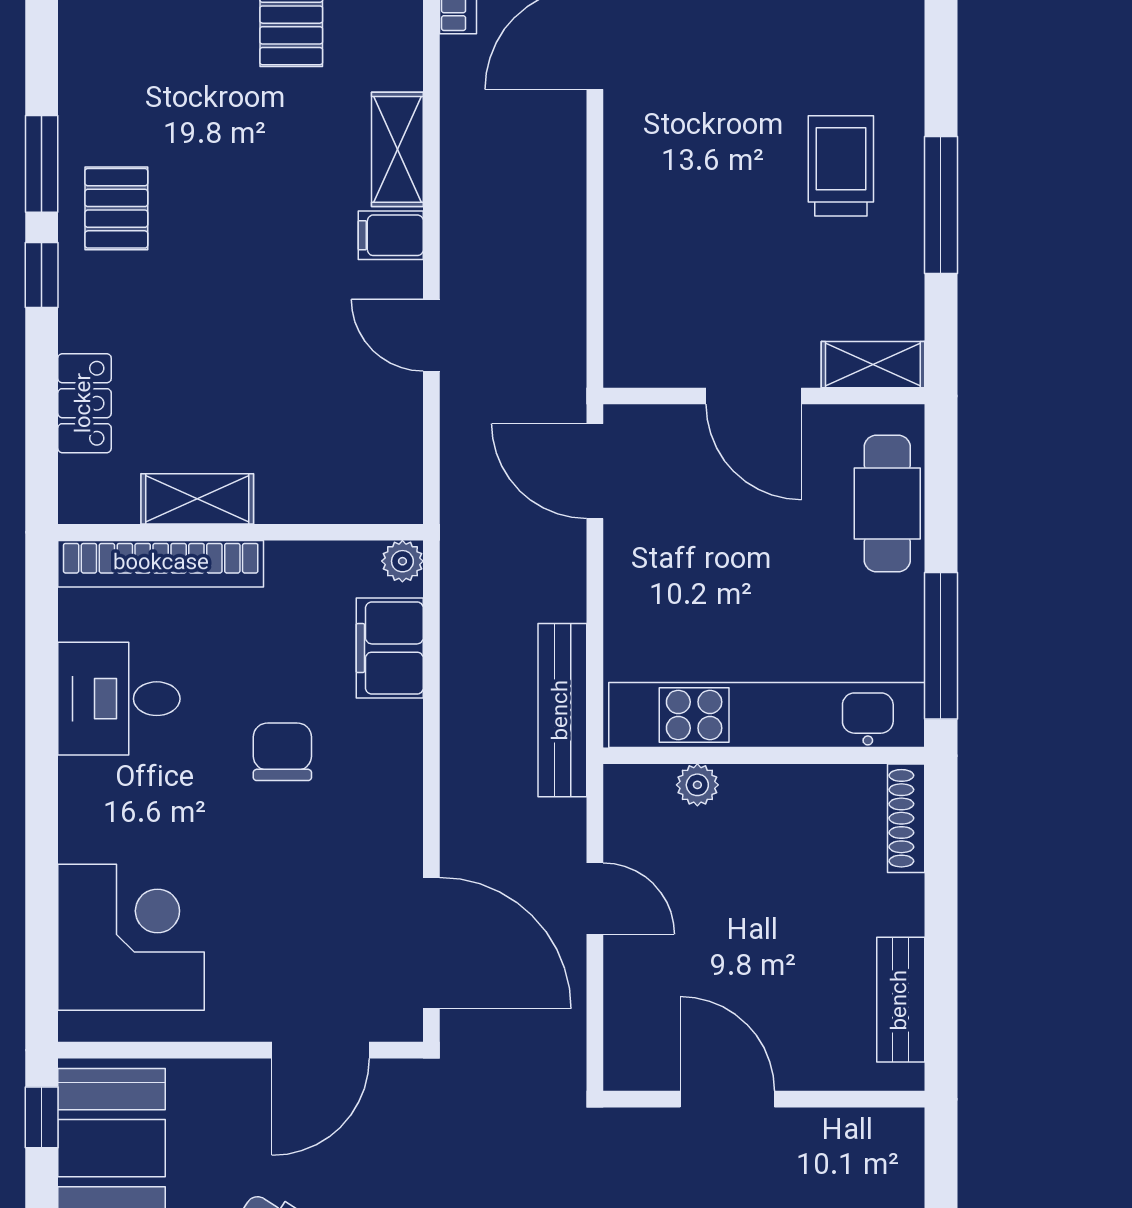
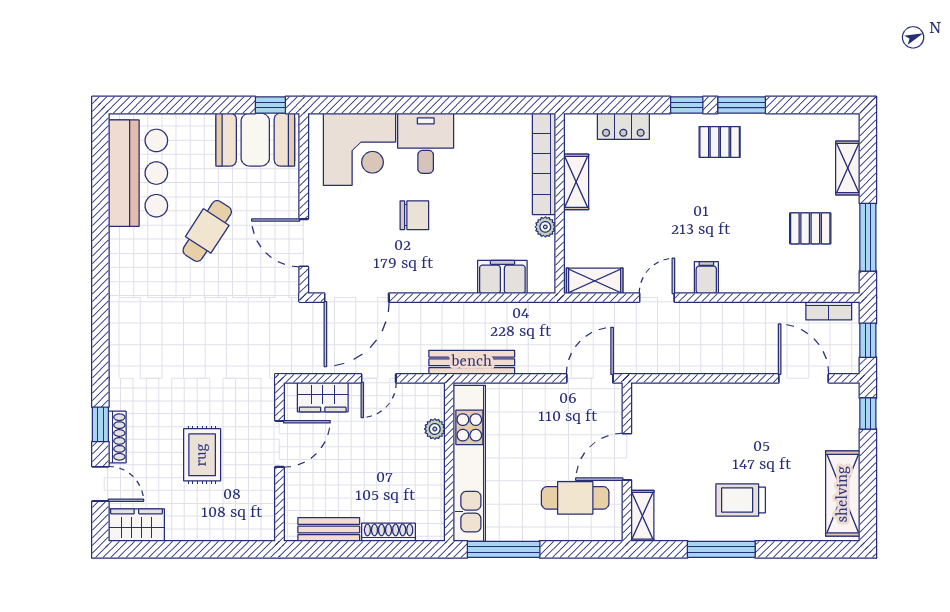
shelving: (397, 149) -> (595, 281), moved
trolley: (841, 166) -> (741, 500), turned 180
cafe table: (887, 504) -> (575, 498), moved
plant: (402, 561) -> (545, 227), moved
desk: (119, 699) -> (426, 143), moved
chair: (282, 752) -> (414, 215), moved
shoe rack: (906, 818) -> (389, 532), moved
wardrobe: (633, 1012) -> (323, 397), added

